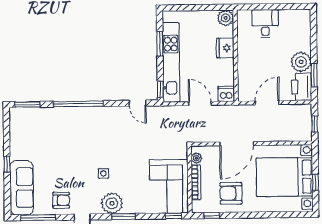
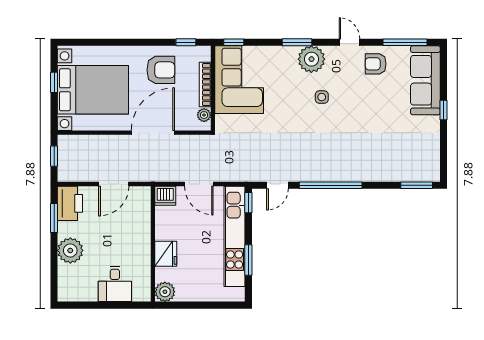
plant: (301, 62) -> (70, 250), moved
door: (138, 103) -> (277, 185), swing flipped
window: (78, 104) -> (331, 185), moved

